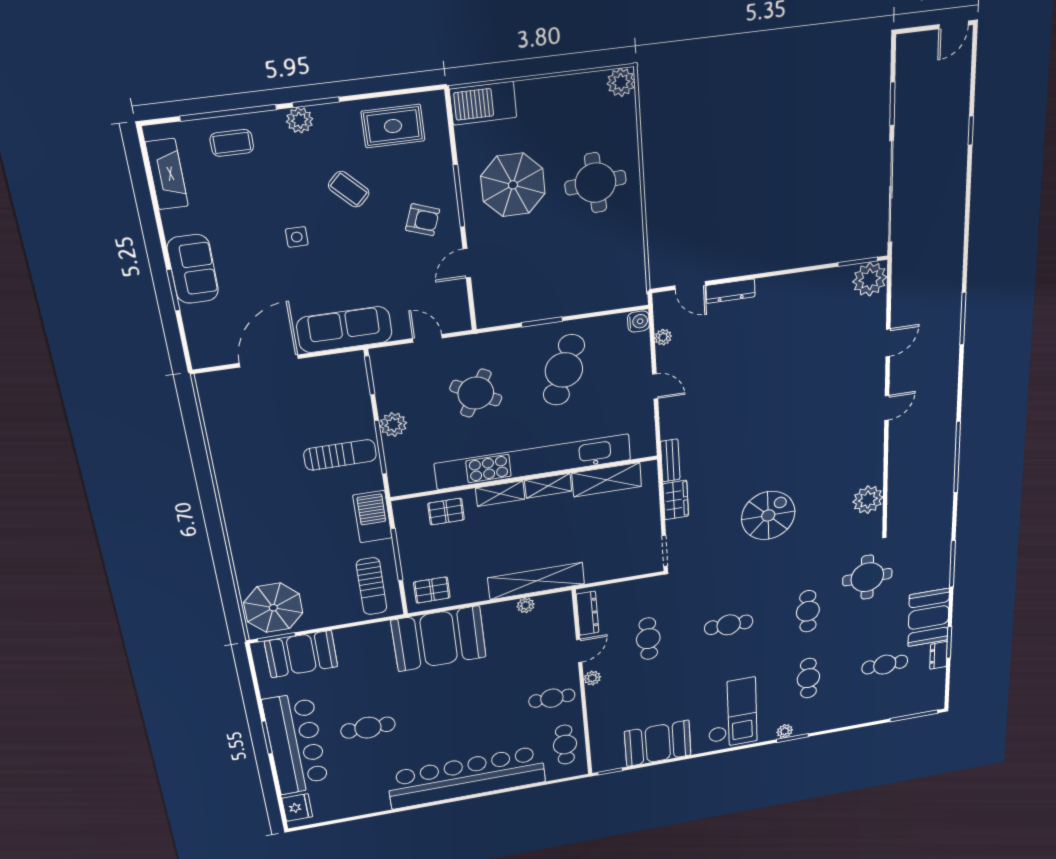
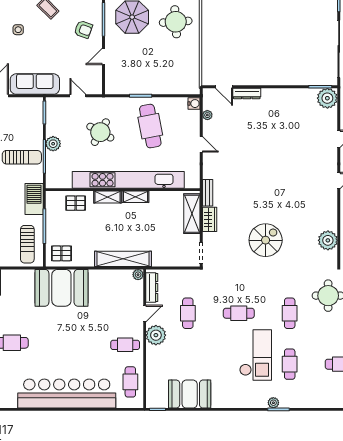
cafe table: (564, 370) -> (150, 126), turned -32
shelving: (607, 480) -> (192, 214), moved, turned 90
plant: (526, 605) -> (138, 275), moved
plant: (592, 678) -> (156, 335), width x1.88, depth x1.88
checkout: (732, 713) -> (256, 355), moved

